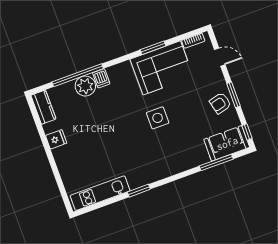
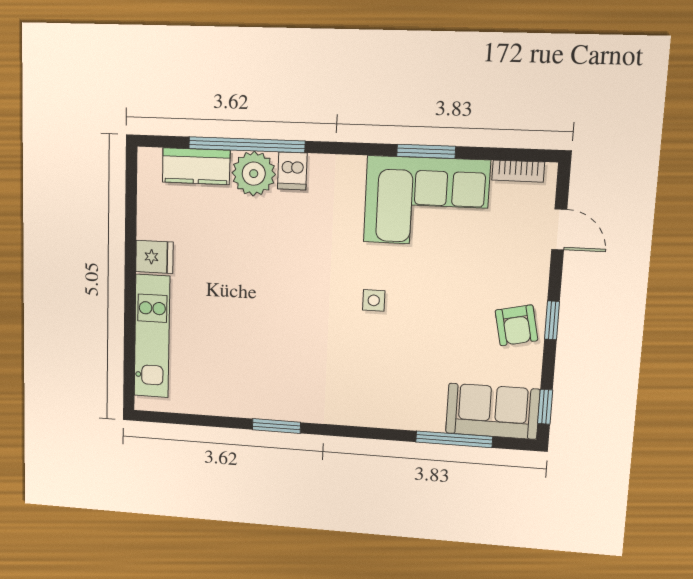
window: (234, 95) -> (552, 320), width x0.67
armchair: (220, 103) -> (516, 325), turned -88
kitchen counter: (43, 107) -> (196, 166), moved, turned 90
side table: (158, 118) -> (374, 300), width x0.54, depth x0.54
kitchen unit: (100, 193) -> (152, 336), moved, turned 90

